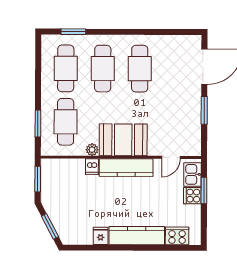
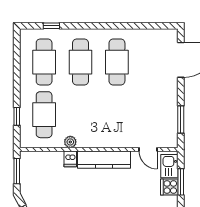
window: (73, 32) -> (51, 26), width x0.67
window: (204, 110) -> (181, 119), moved
window: (38, 124) -> (17, 116), width x0.67
booth: (123, 140) -> (101, 132), removed
door: (171, 157) -> (148, 149), hinge flipped

